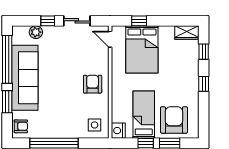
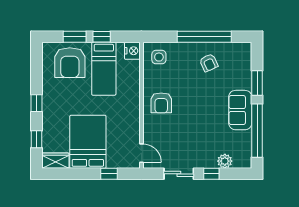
bed: (142, 49) -> (88, 142), moved
sofa: (25, 78) -> (240, 110), width x0.54, depth x0.79
armchair: (21, 126) -> (209, 63), moved, turned -115

